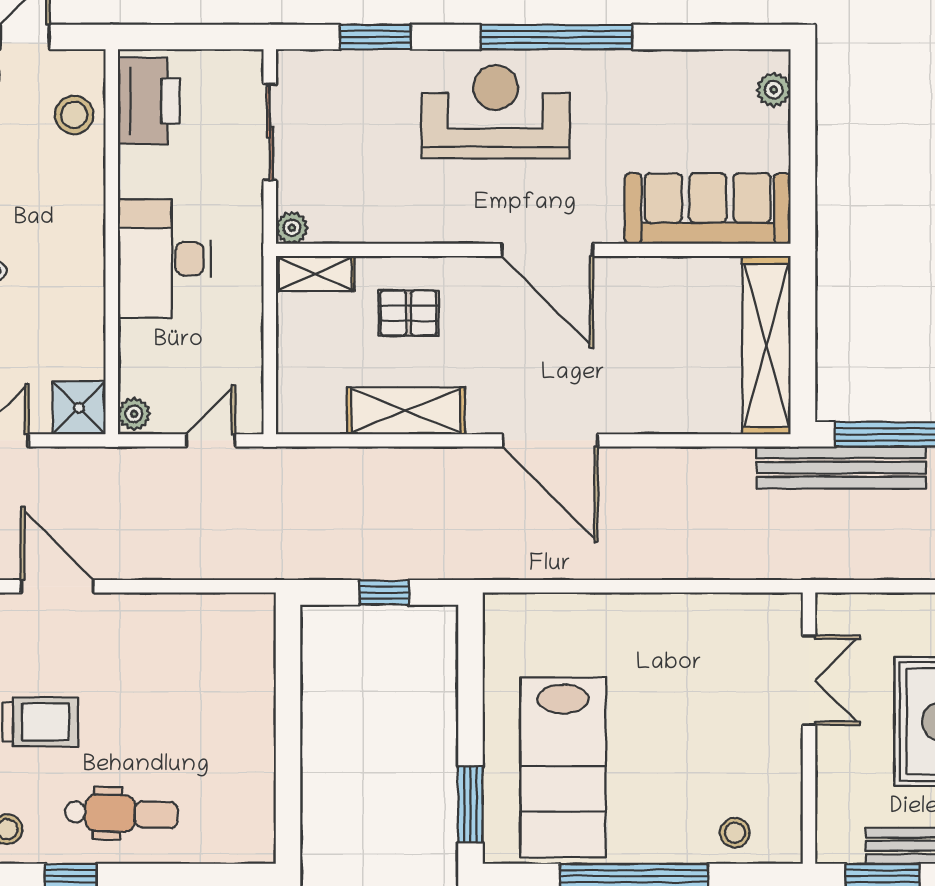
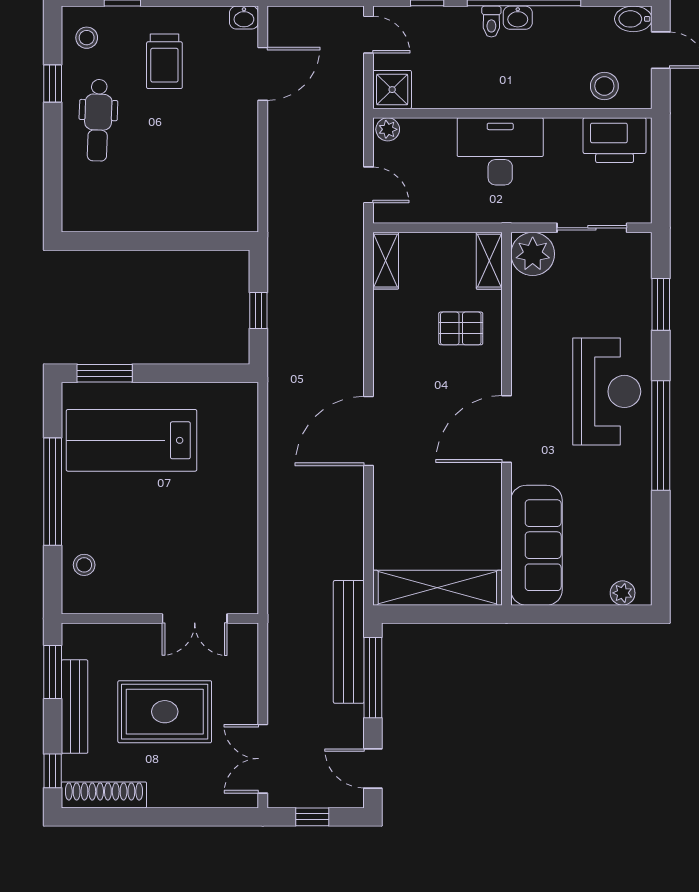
plant: (292, 228) -> (533, 254), width x1.88, depth x1.88
pallet: (409, 313) -> (461, 328), turned 90
shelving: (406, 411) -> (386, 261), moved, width x0.67, depth x0.75

